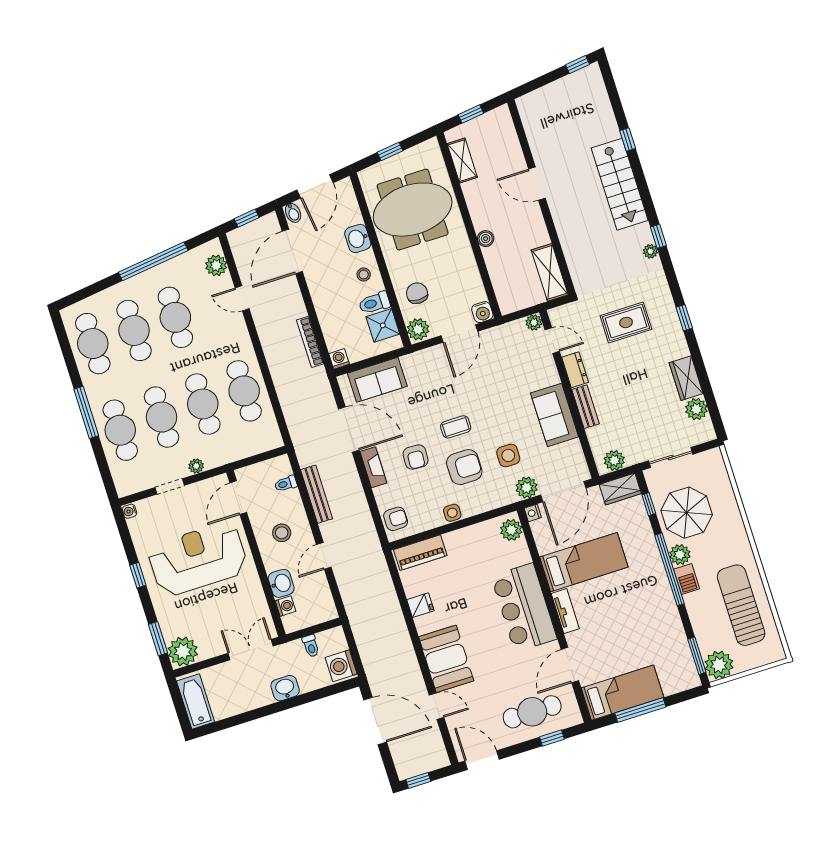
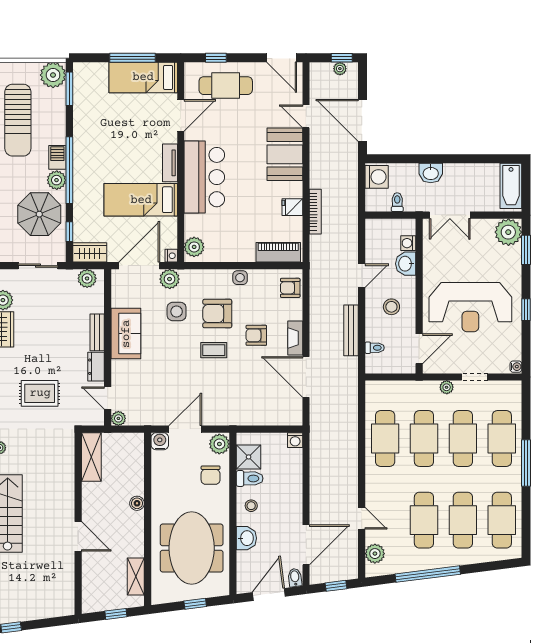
meeting table: (413, 210) -> (192, 548), turned 90
bookcase: (310, 342) -> (315, 212), moved
sofa: (377, 380) -> (268, 412), removed
armchair: (416, 457) -> (256, 335), turned -93
plant: (417, 768) -> (340, 69), added

